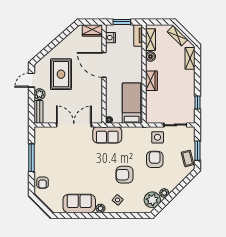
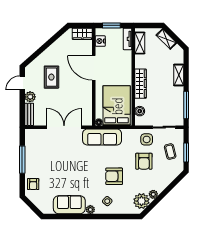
boiler: (150, 56) -> (140, 111), moved
shelving: (190, 58) -> (179, 75), moved
rug: (61, 74) -> (51, 77), width x0.73, depth x0.70
wardrobe: (151, 81) -> (140, 84), width x1.50
window: (198, 102) -> (186, 105), width x2.17
bed: (132, 103) -> (117, 106), width x1.50
sofa: (107, 135) -> (102, 137), width x1.36
coffee table: (188, 158) -> (170, 152), moved
armchair: (155, 159) -> (144, 161), turned 180

